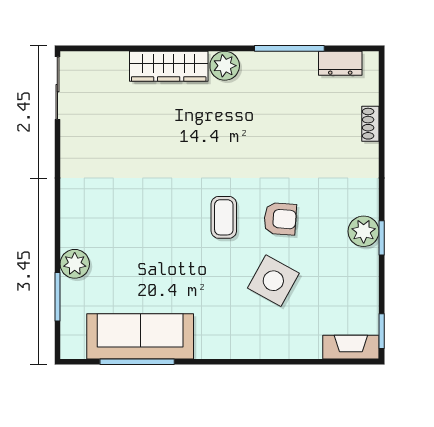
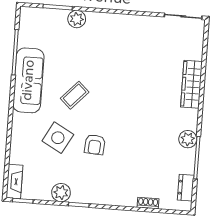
plant: (225, 66) -> (188, 139), moved
coffee table: (224, 217) -> (75, 95), moved, turned -47
plant: (364, 231) -> (61, 193), moved
sofa: (140, 336) -> (28, 80), moved

